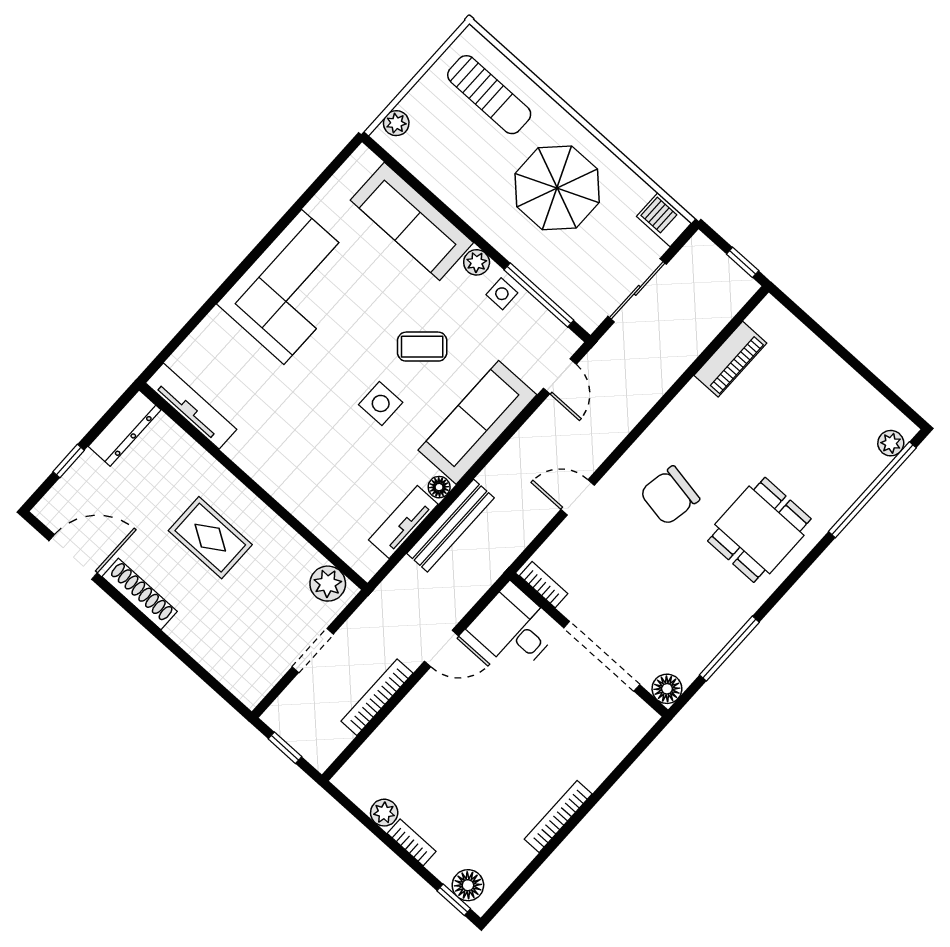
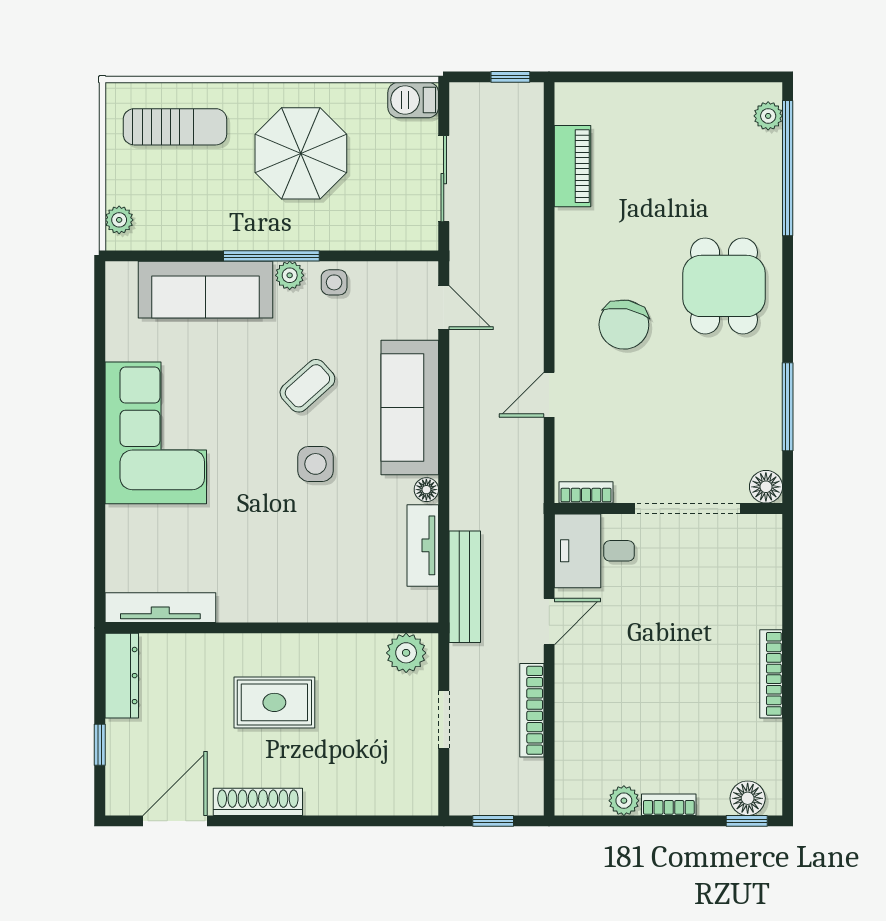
window: (539, 295) -> (271, 256), moved
bench: (450, 526) -> (465, 587), moved

